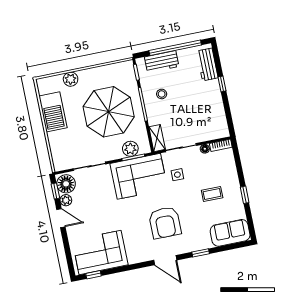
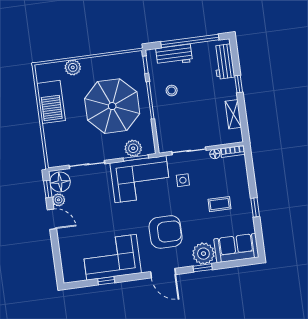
shelving: (157, 138) -> (233, 114), moved
armchair: (165, 223) -> (166, 232), turned -90
plant: (201, 240) -> (203, 254), added
corner sofa: (100, 252) -> (112, 257), moved
window: (93, 275) -> (106, 281), moved

